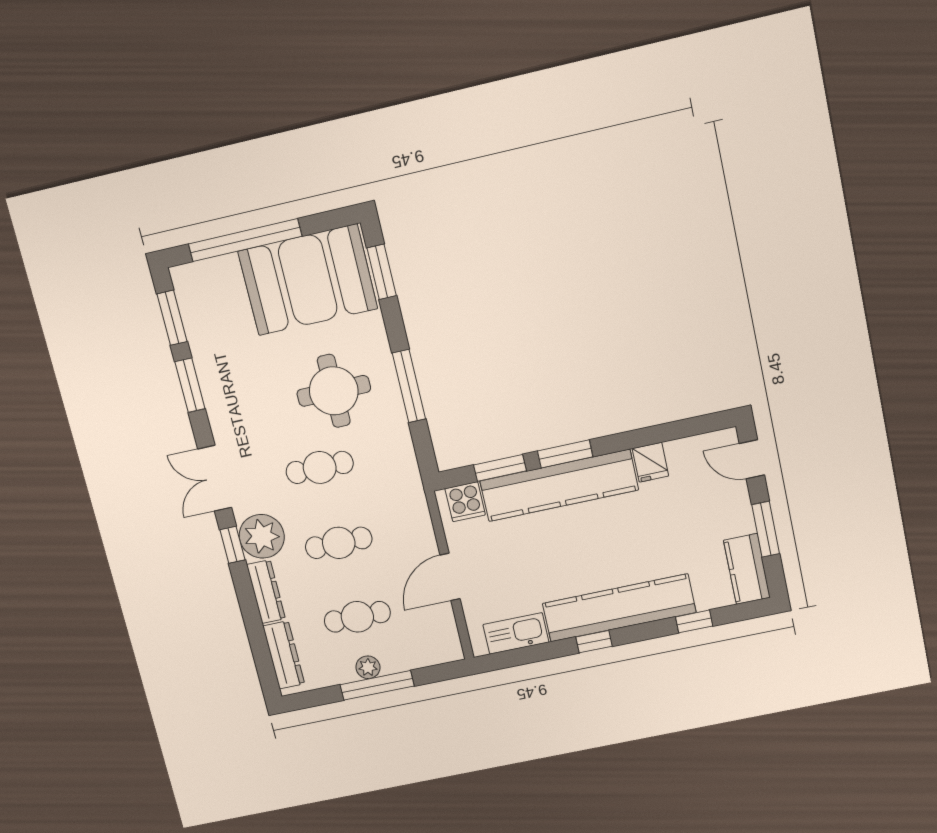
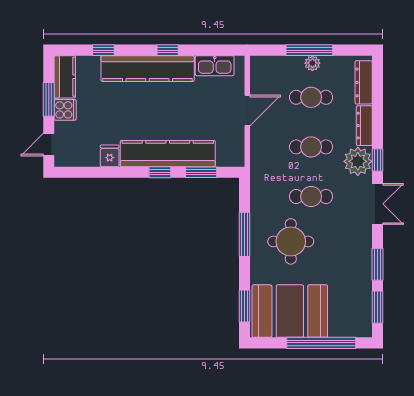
window: (565, 454) -> (160, 172), width x0.67
door: (752, 459) -> (49, 145), swing flipped
cooker: (465, 502) -> (65, 110), moved, turned 90

